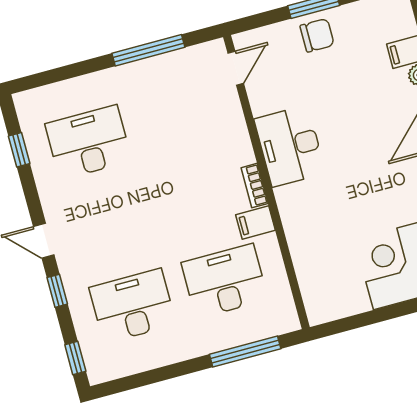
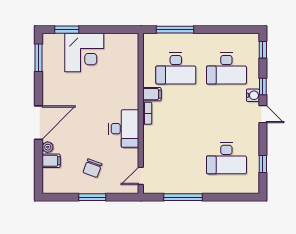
chair: (317, 35) -> (92, 168), moved, turned -70
water cooler: (71, 270) -> (253, 95), added

